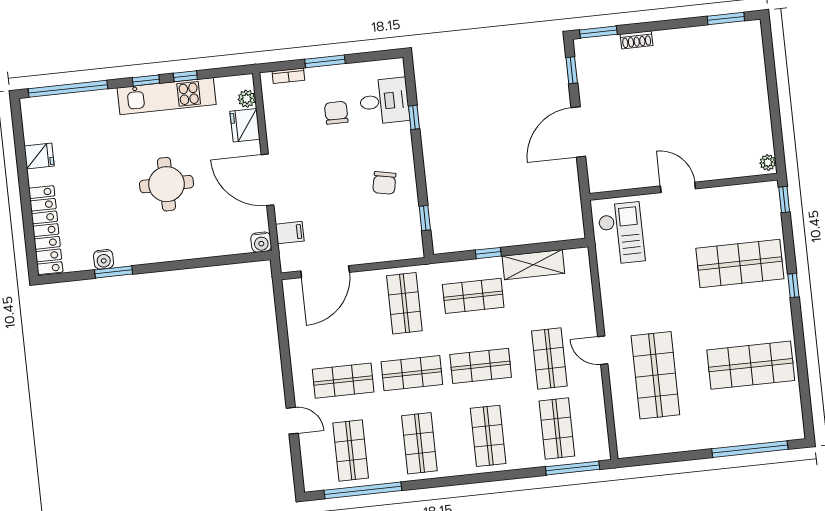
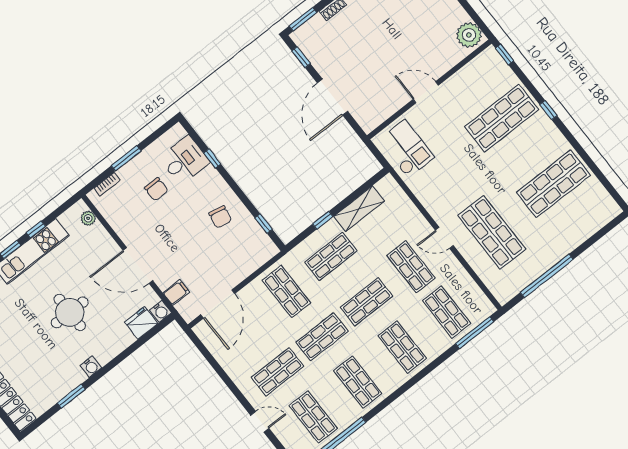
chair: (336, 113) -> (156, 189), turned 180
fridge: (245, 125) -> (141, 323), moved, turned 90
plant: (768, 162) -> (469, 35), width x1.88, depth x1.88
water cooler: (104, 259) -> (91, 367), moved
window: (750, 449) -> (547, 276), moved

